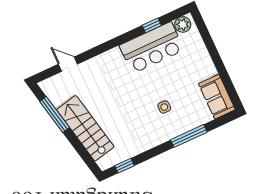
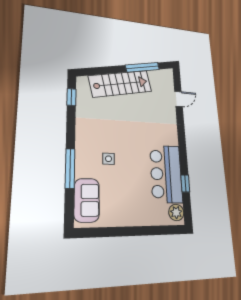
sofa: (217, 97) -> (87, 200), moved, turned 90

